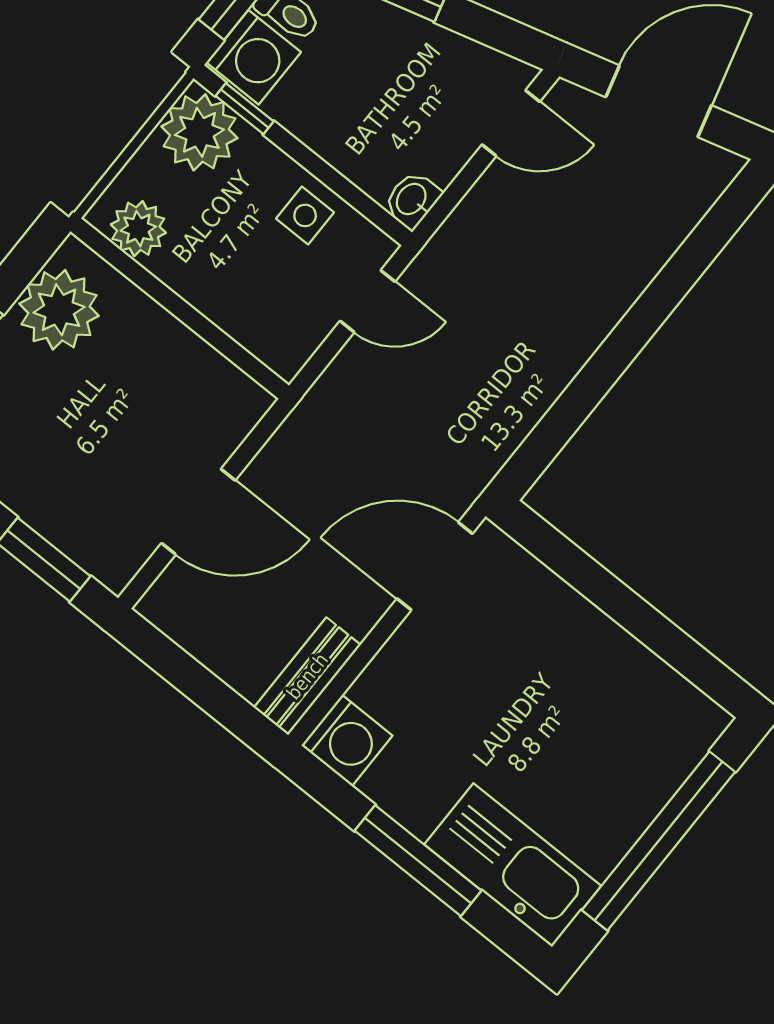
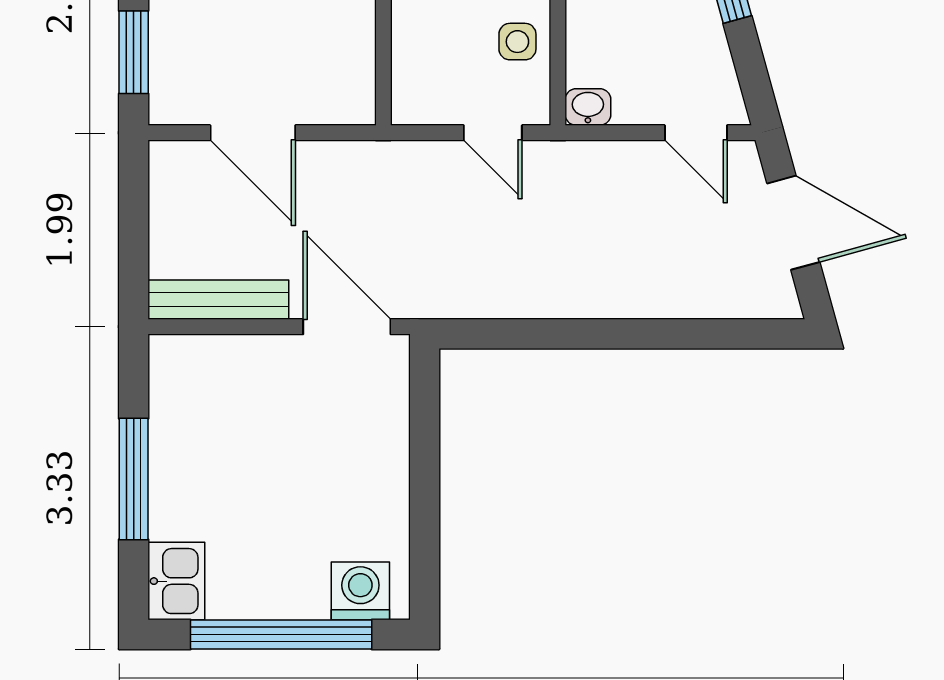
bench: (307, 676) -> (218, 300), width x1.36
washing machine: (347, 741) -> (360, 591), moved, turned 180
kitchen sink: (513, 865) -> (176, 581), width x0.53, depth x0.81

